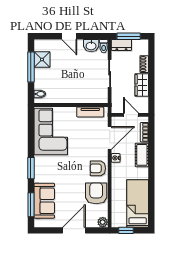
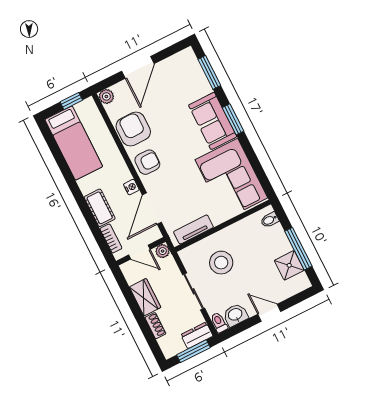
stool: (83, 83) -> (221, 263), added
plant: (116, 108) -> (163, 251), added
armchair: (96, 193) -> (133, 129), turned 180
sofa: (44, 201) -> (213, 121), moved

